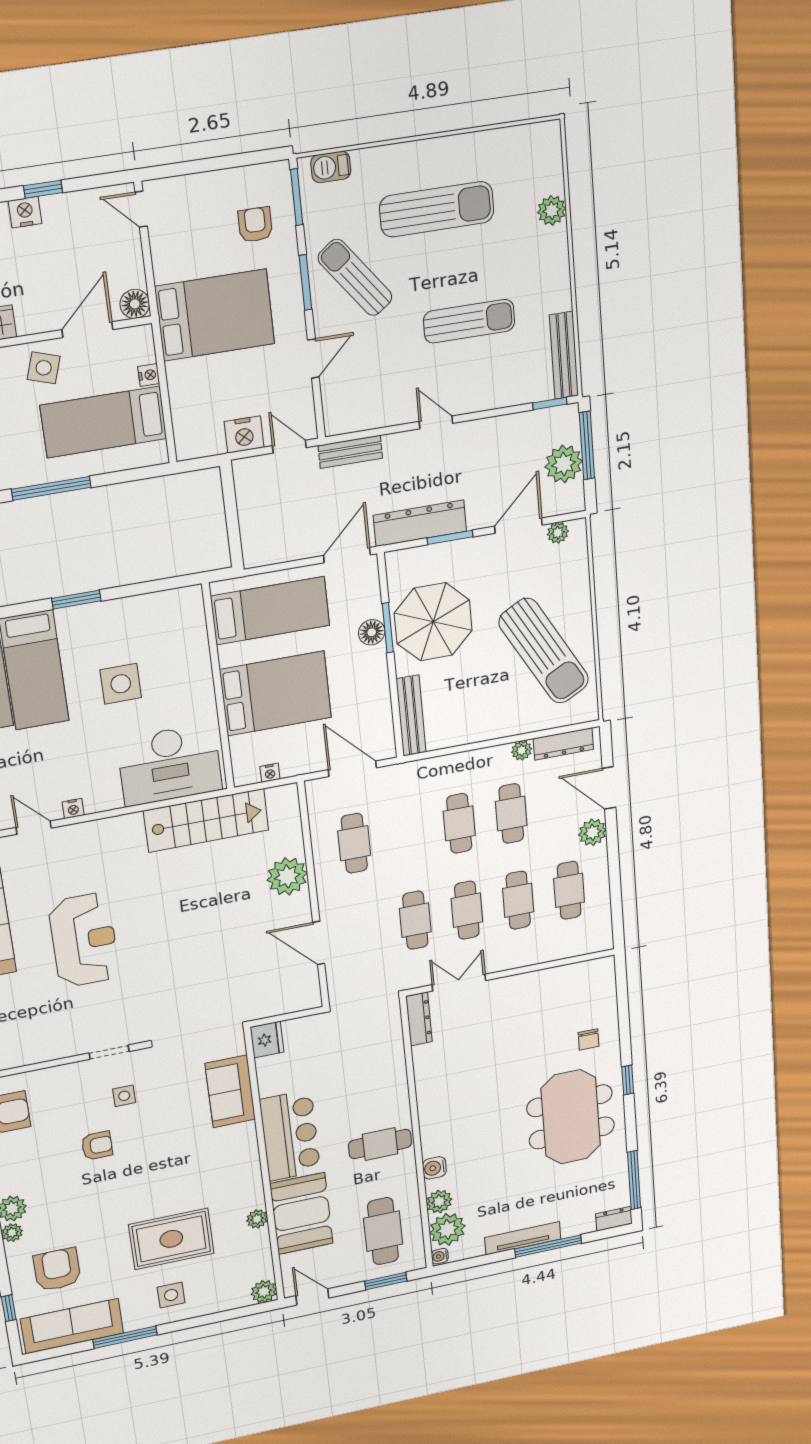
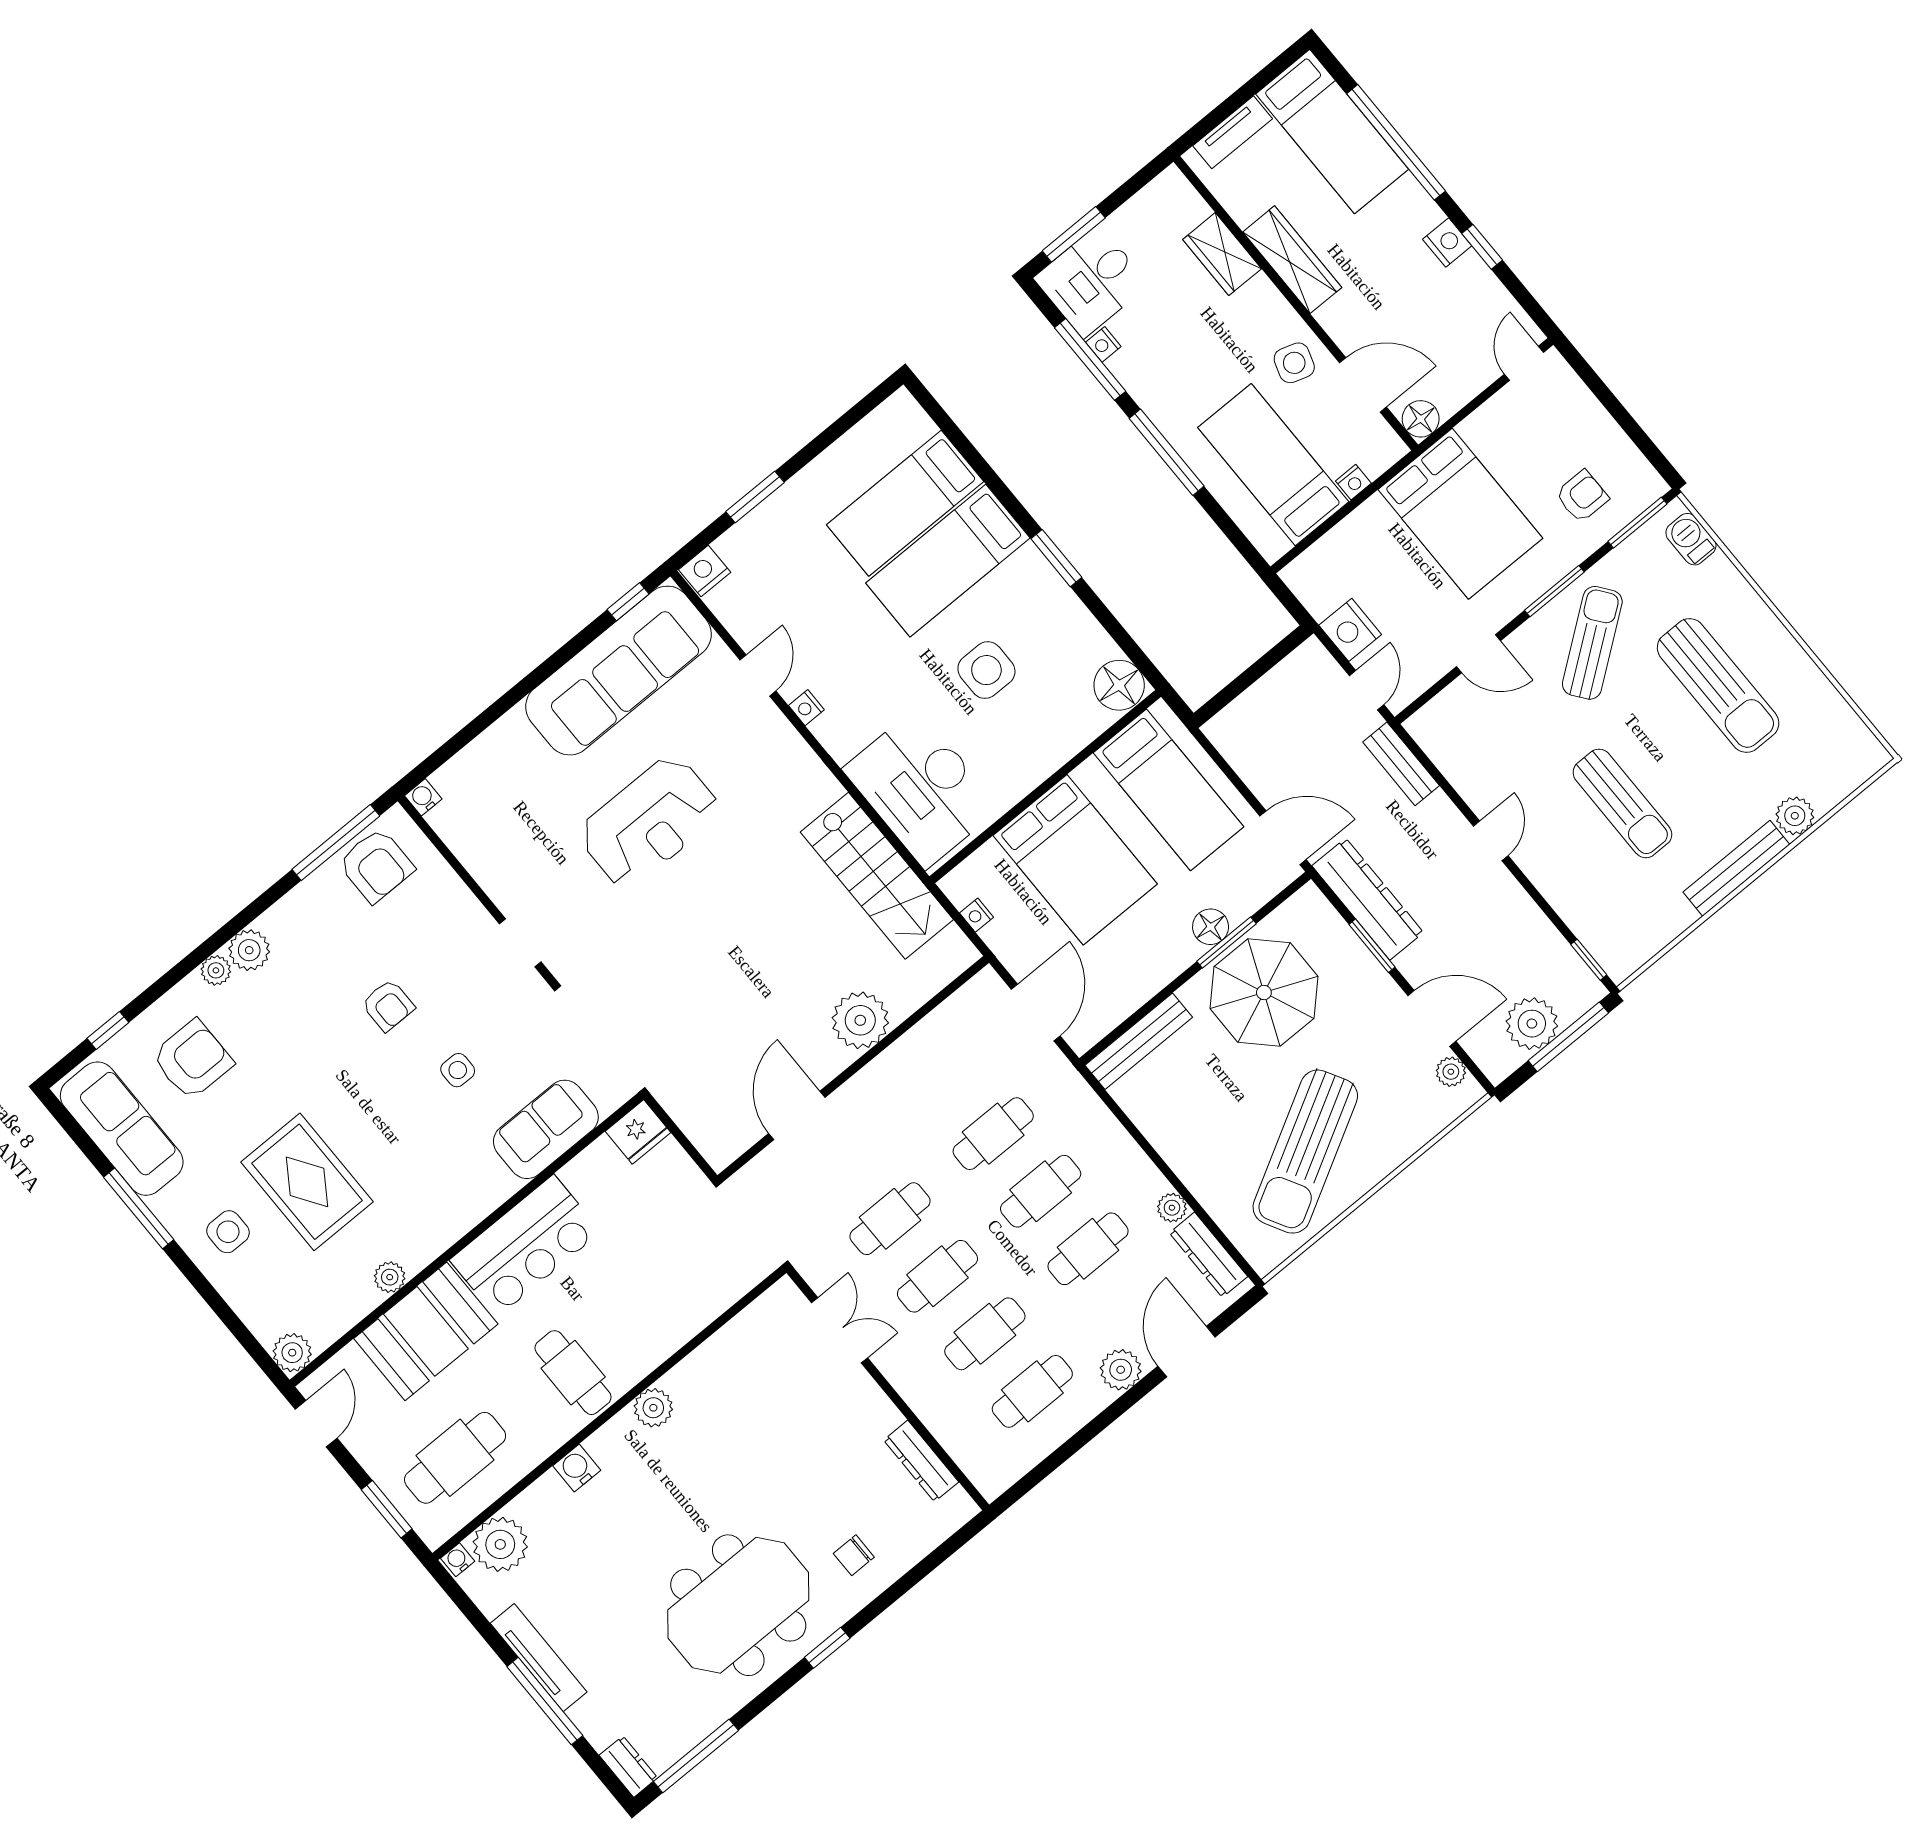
bench: (564, 355) -> (1736, 868), moved
floor lamp: (184, 605) -> (1119, 685), added
cafe table: (354, 843) -> (993, 1134), moved
dresser: (419, 1019) -> (921, 1461), moved, turned 90
side table: (124, 1096) -> (458, 1070), moved
plant: (439, 1202) -> (653, 1408), moved

